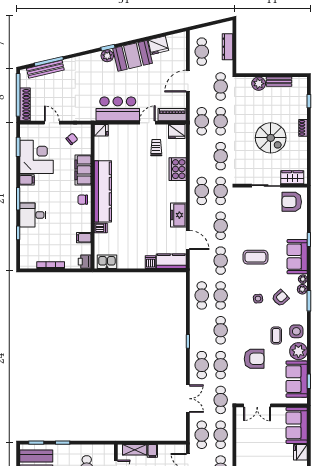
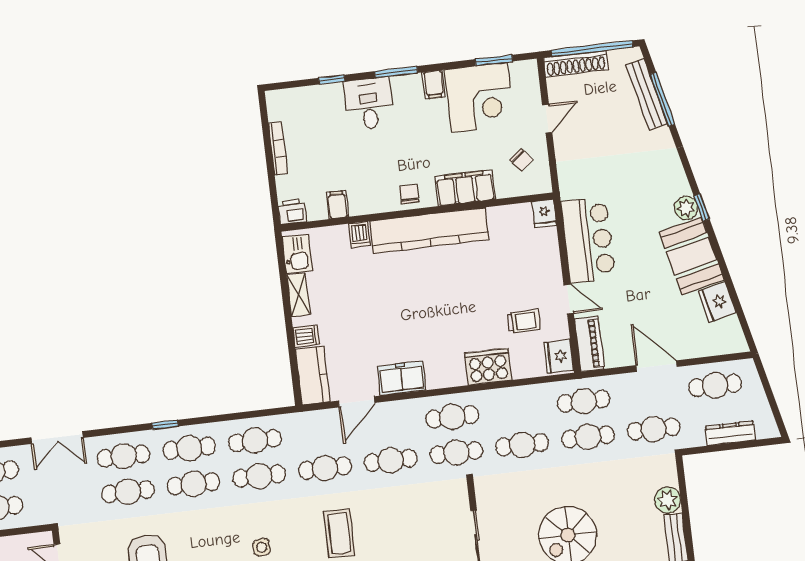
shelving: (128, 264) -> (298, 295), added
cafe table: (221, 400) -> (189, 448), moved

